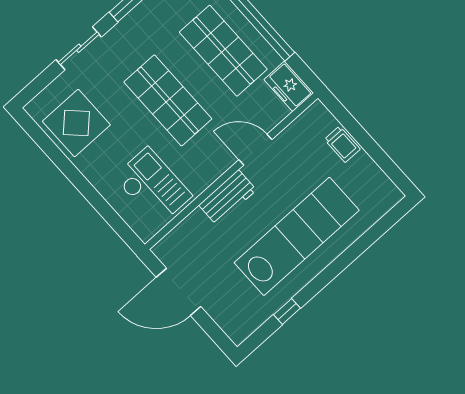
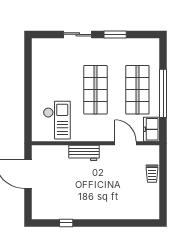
display table: (76, 123) -> (49, 65), removed
door: (255, 150) -> (125, 143), moved
lab bench: (297, 236) -> (98, 195), removed

